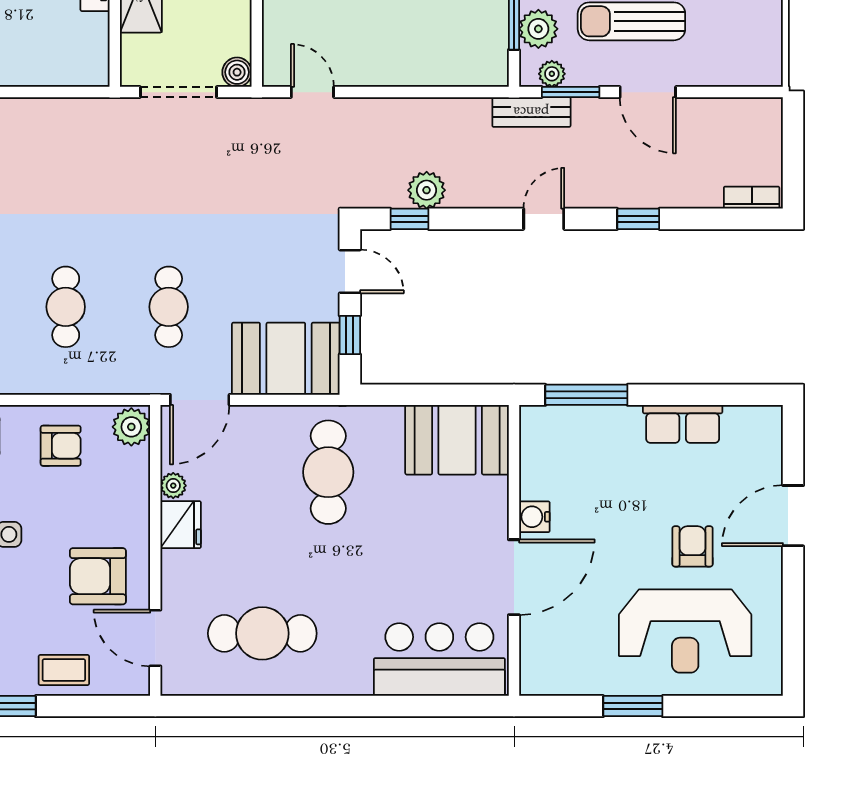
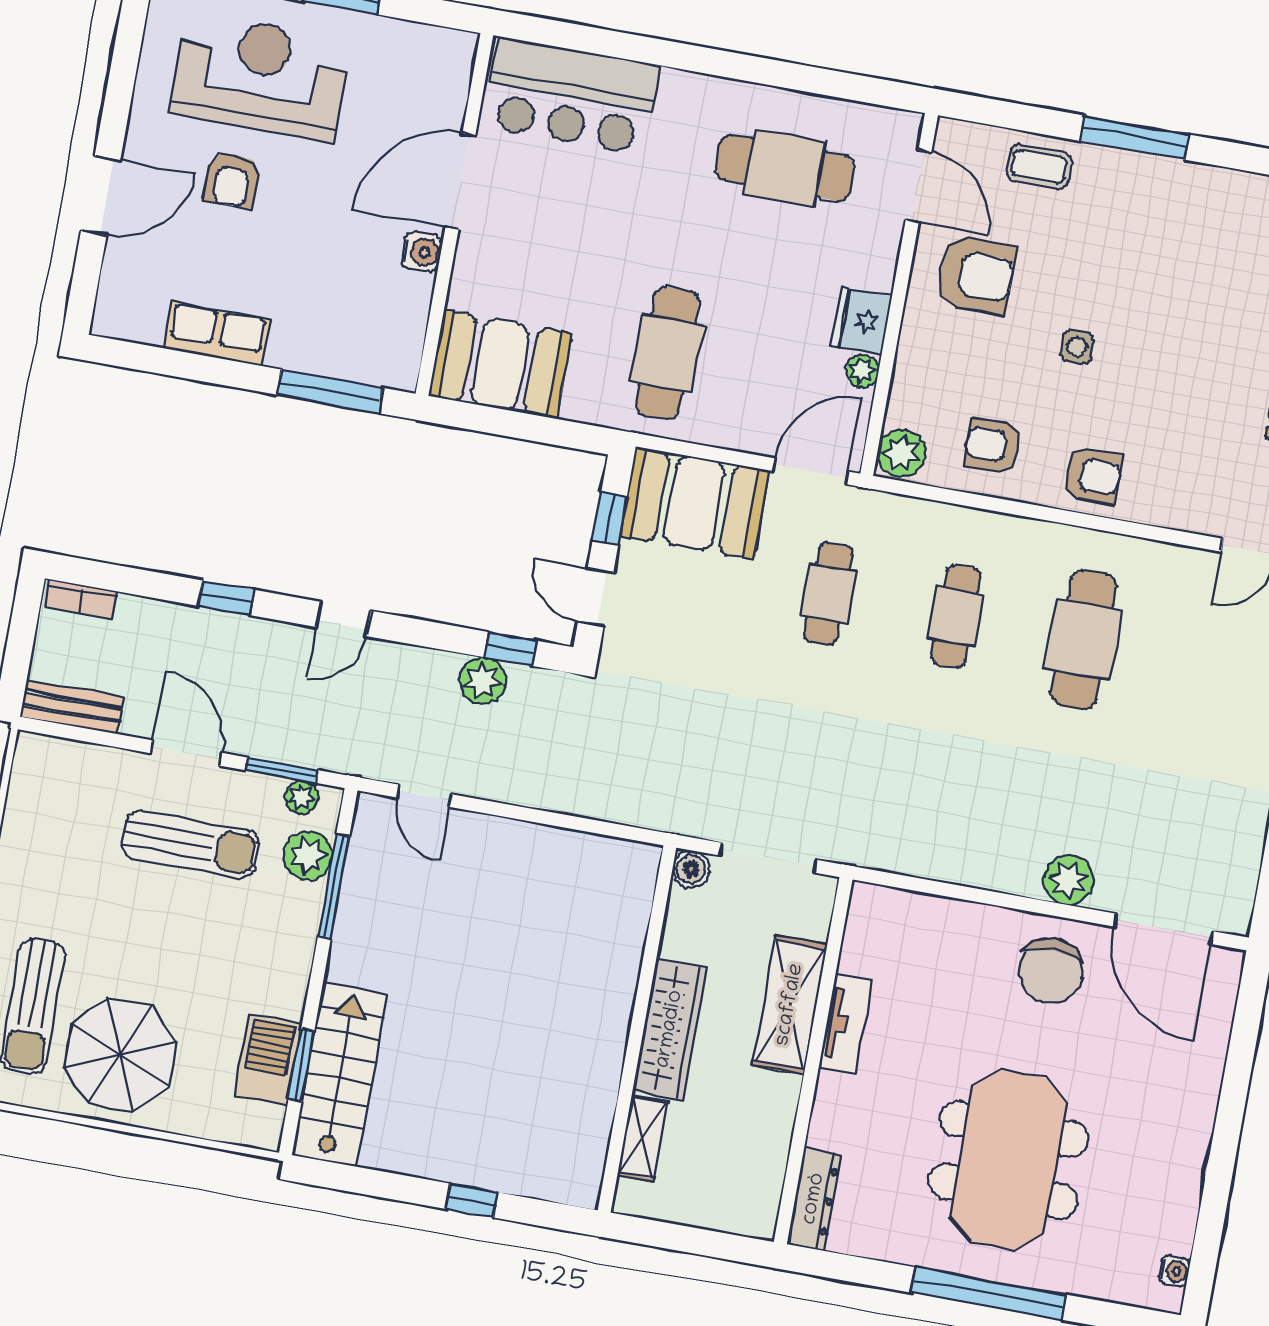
door: (312, 92) -> (424, 796), moved
bench: (531, 112) -> (72, 707), moved

